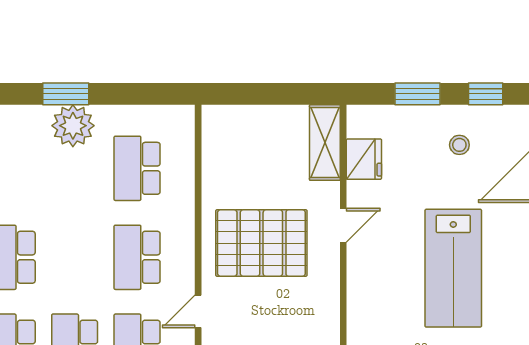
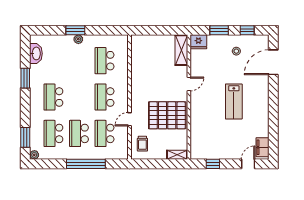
plant: (73, 126) -> (78, 39), width x0.53, depth x0.53
fridge: (364, 159) -> (198, 42), moved, turned 90
pallet: (261, 243) -> (167, 115), moved
lab bench: (453, 268) -> (234, 101), width x0.73, depth x0.72

